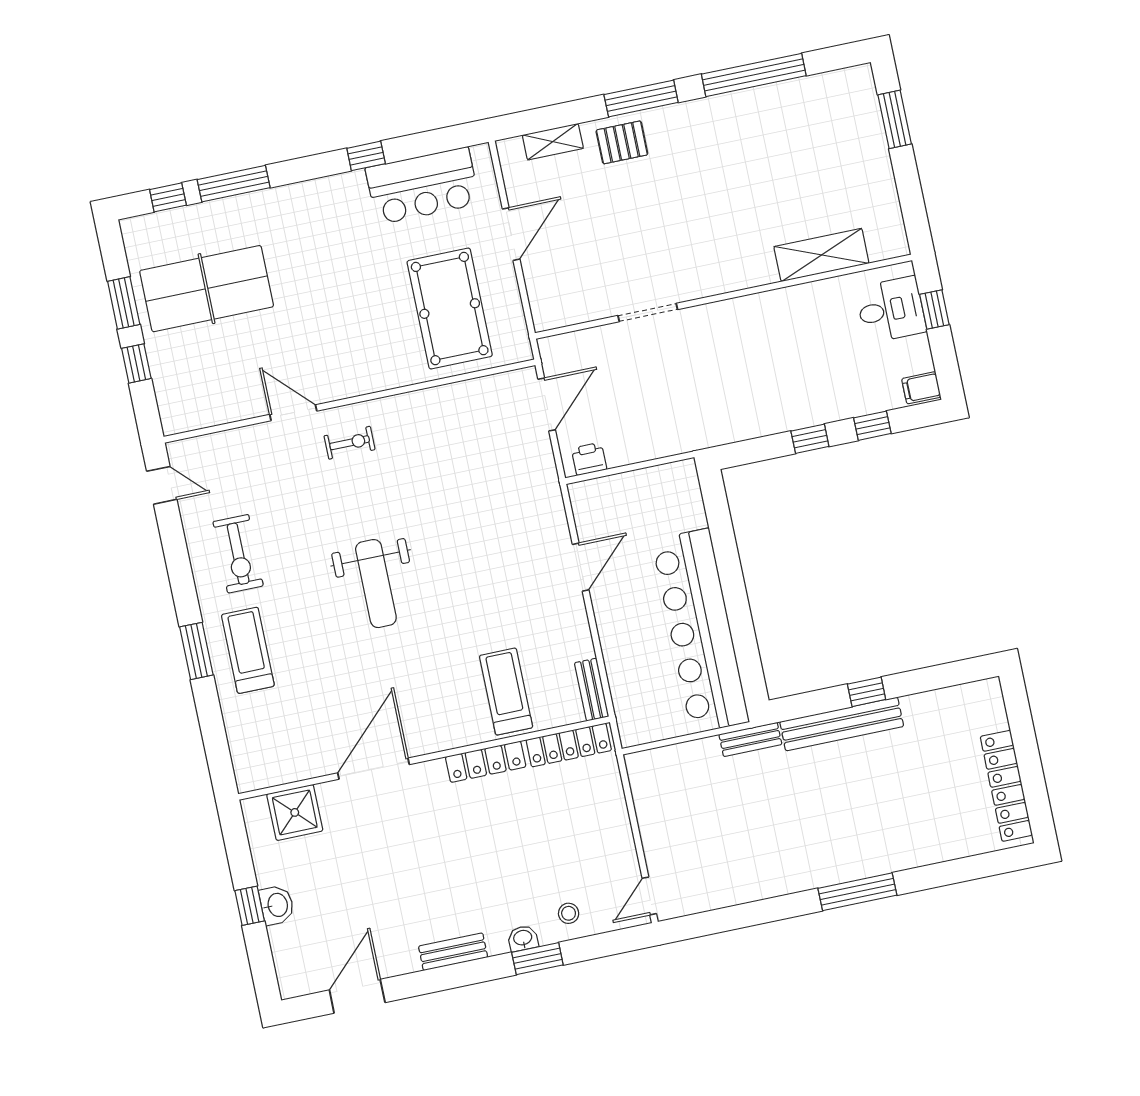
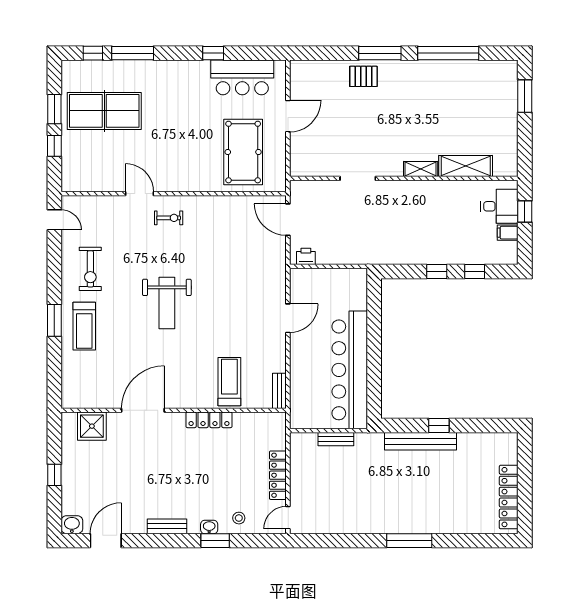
shelving: (553, 142) -> (421, 169), moved
filing cabinet: (921, 388) -> (508, 233), moved
door: (547, 405) -> (288, 220), swing flipped
treadmill: (248, 650) -> (84, 326), turned 180
bench: (750, 739) -> (336, 439), moved
locker: (569, 745) -> (278, 475), moved, turned 90
washbasin: (277, 905) -> (72, 525), moved, turned -90

